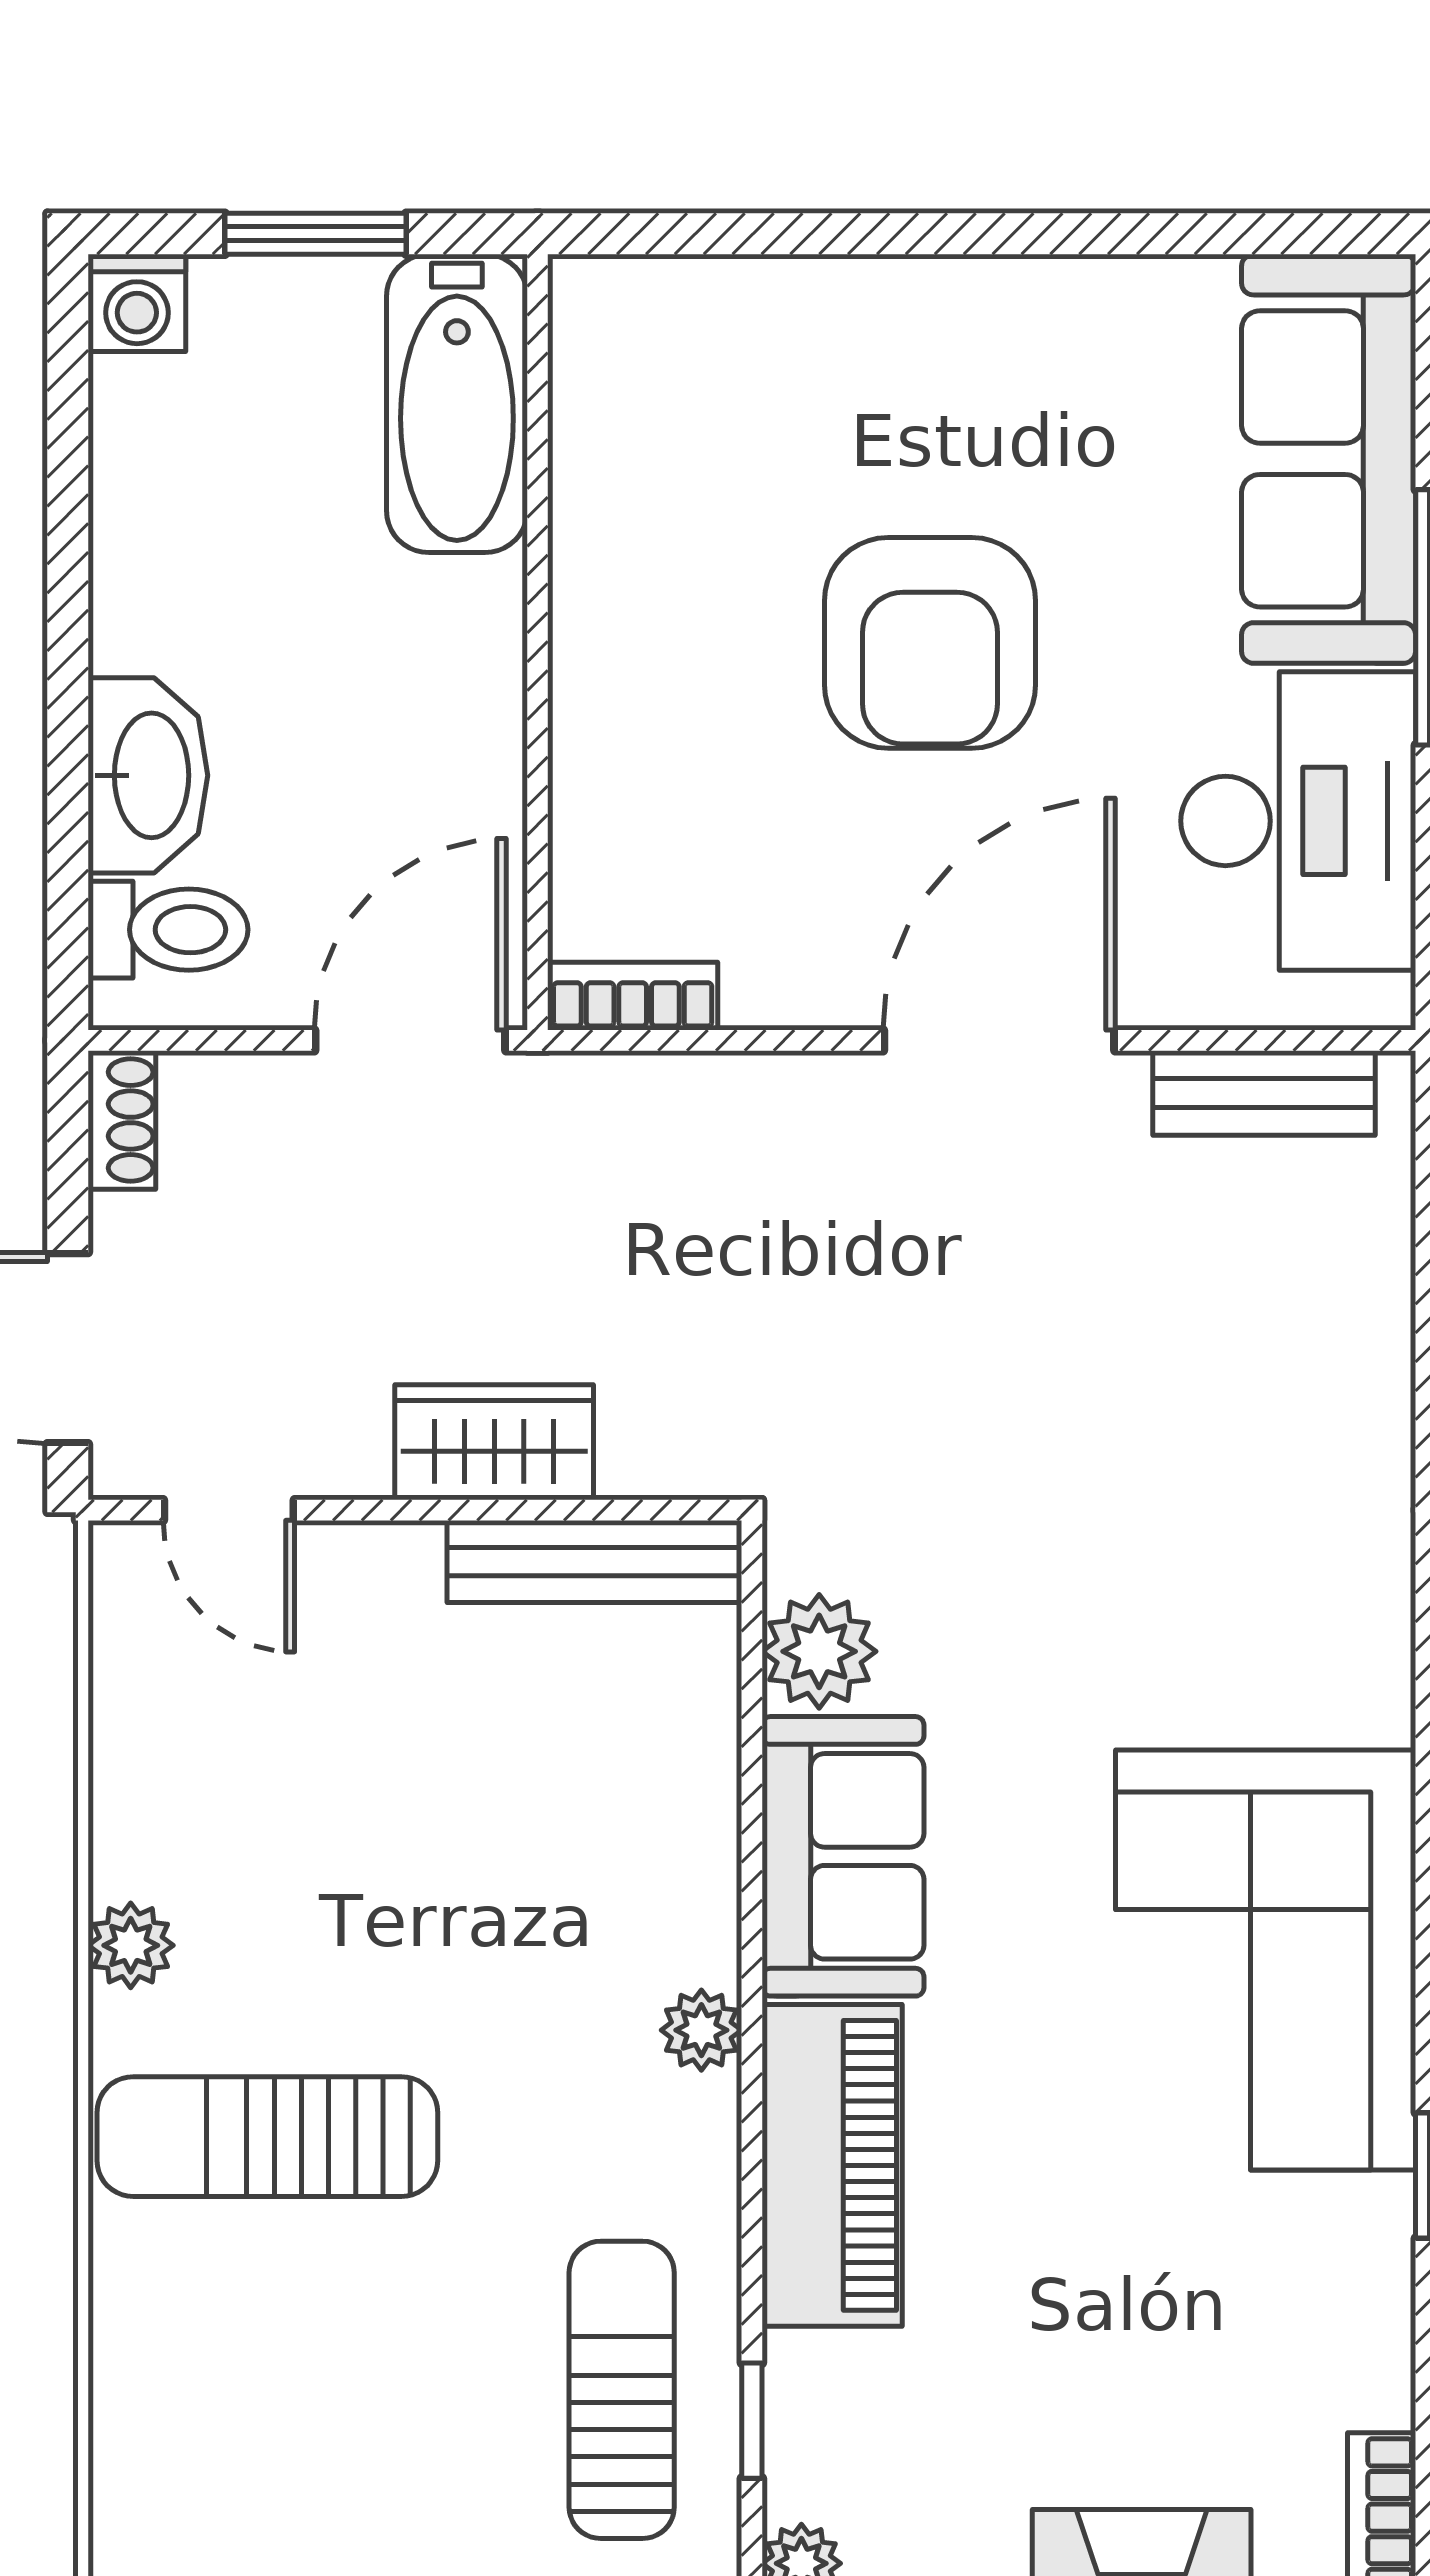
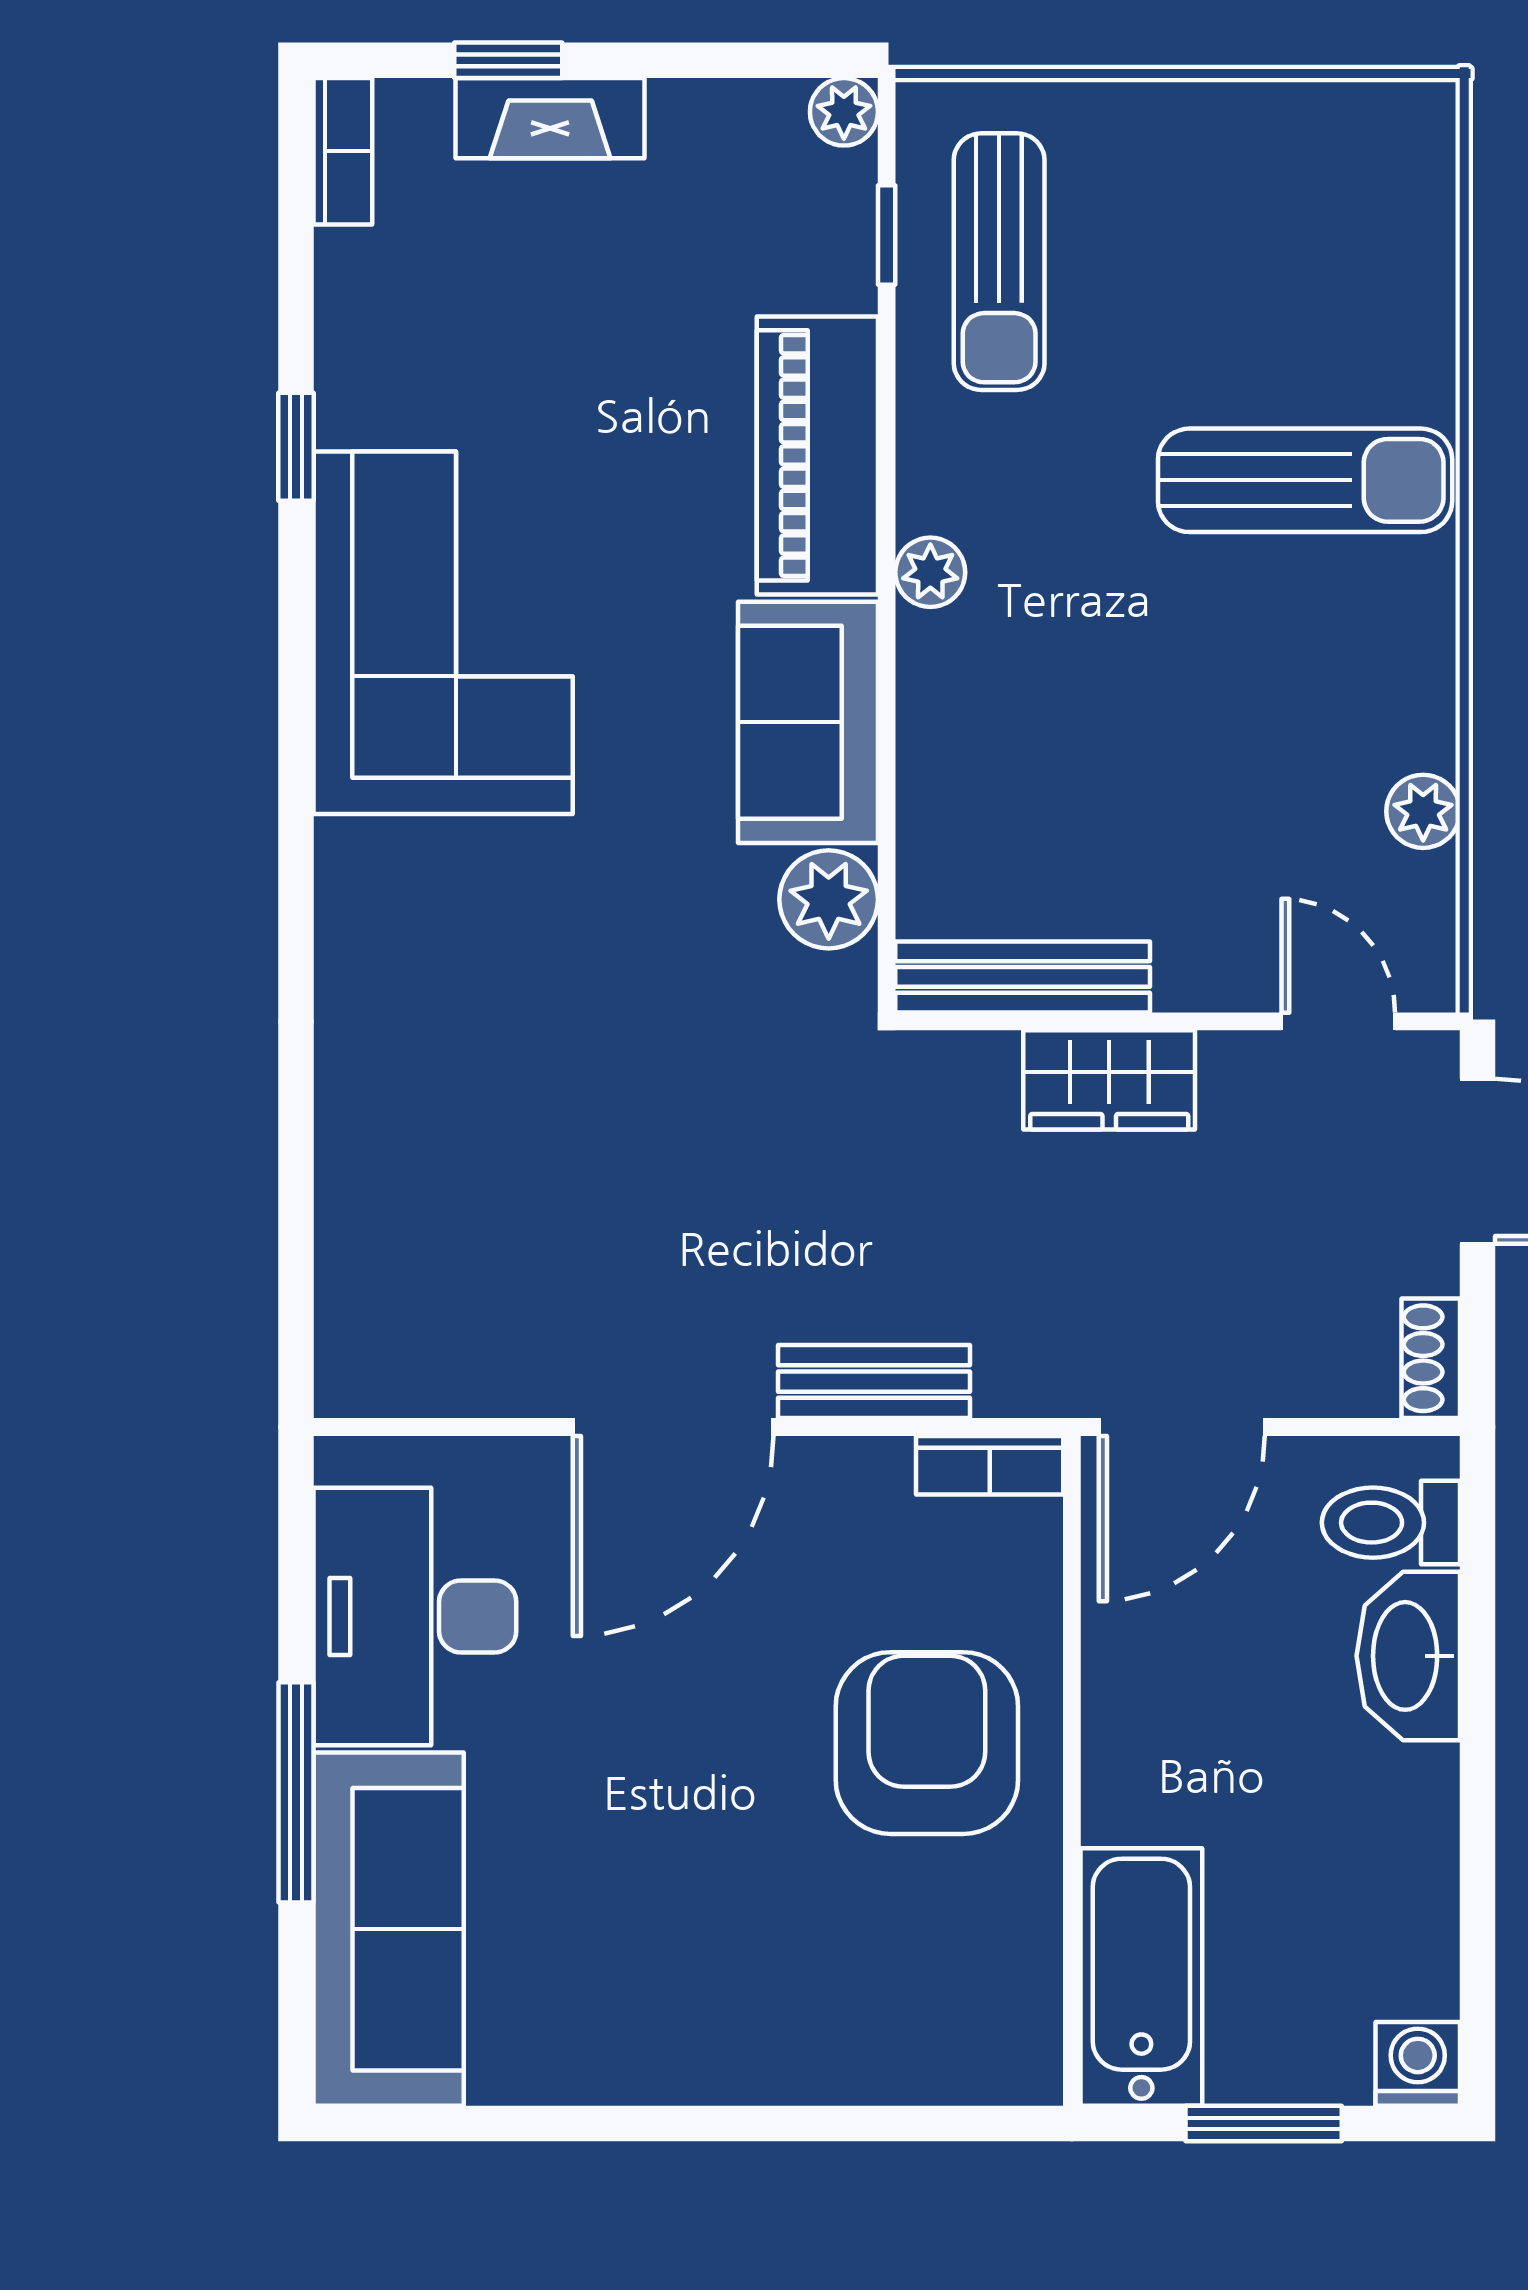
armchair: (930, 643) -> (927, 1743), moved
bench: (1264, 1093) -> (874, 1382), moved
plant: (131, 1945) -> (1423, 811), moved

